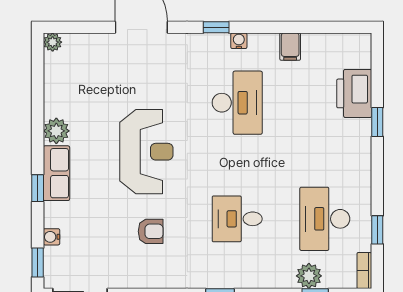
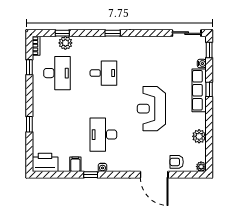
window: (216, 27) -> (91, 175), moved
printer: (354, 93) -> (45, 162), moved, turned -90
plant: (56, 131) -> (199, 136), moved
row of seats: (56, 173) -> (199, 90), width x1.48
armchair: (151, 231) -> (177, 162), moved

